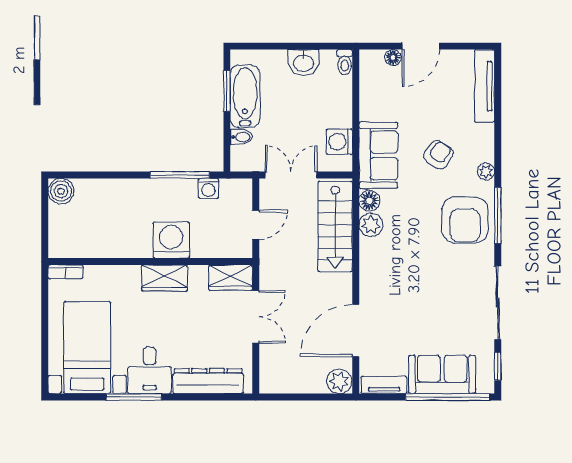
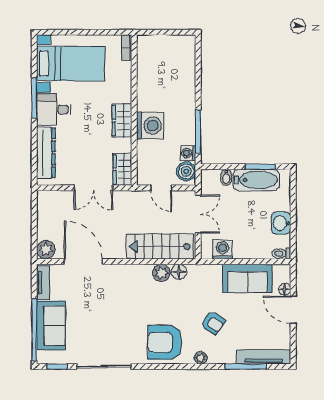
sofa: (378, 155) -> (247, 278), moved
boiler: (61, 191) -> (186, 171), moved
window: (498, 216) -> (246, 367), moved

